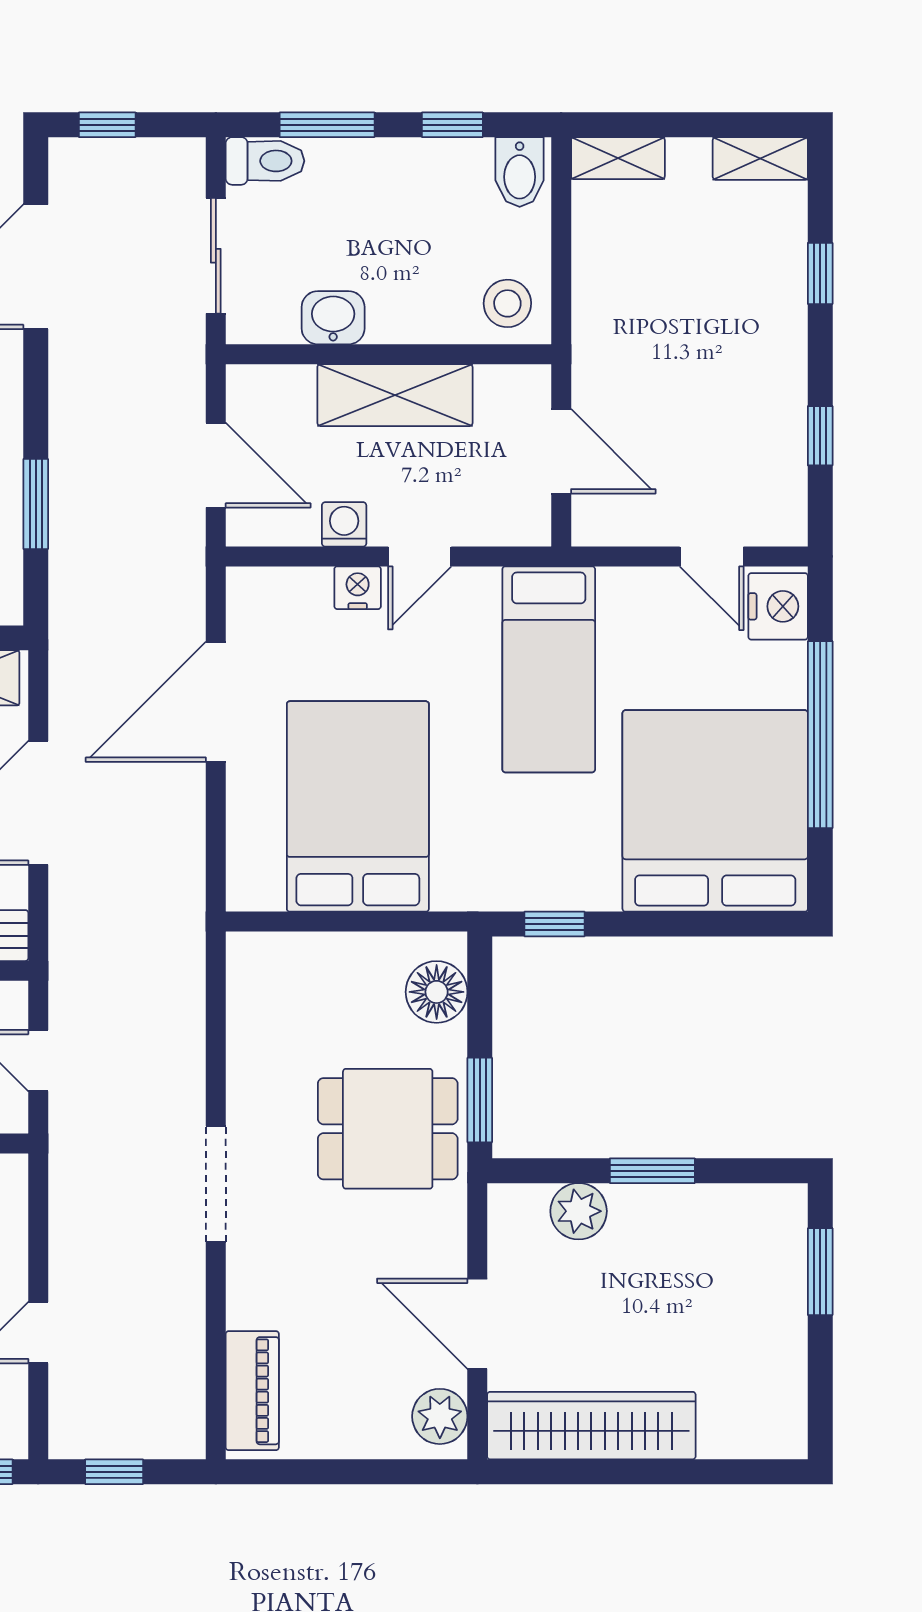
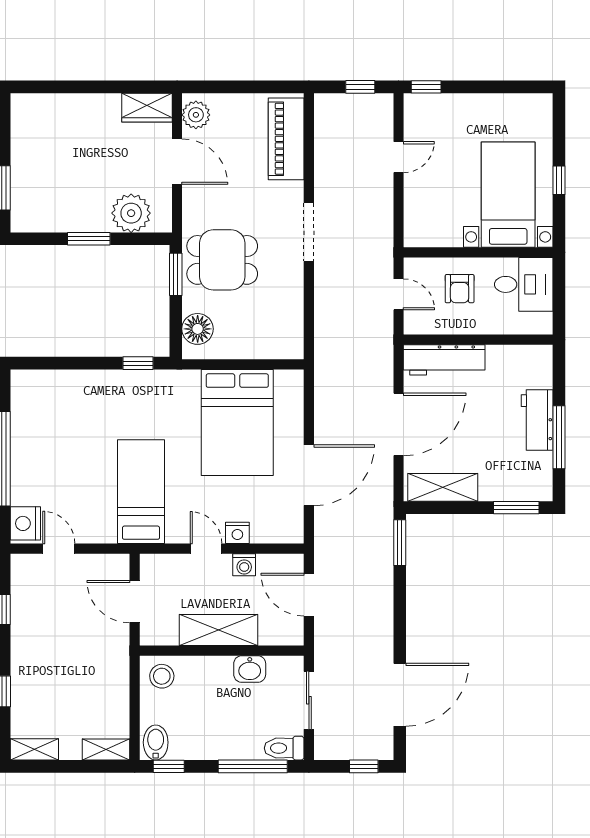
window: (327, 125) -> (253, 766), width x1.44
window: (452, 125) -> (169, 766), moved
window: (36, 504) -> (400, 543), moved
door: (420, 556) -> (206, 549), hinge flipped
bed: (715, 811) -> (57, 420), removed
plant: (579, 1211) -> (131, 213), width x1.36, depth x1.36
piano: (252, 1391) -> (286, 139), width x1.37, depth x1.33
wardrobe: (591, 1426) -> (147, 108), width x0.48, depth x0.85

